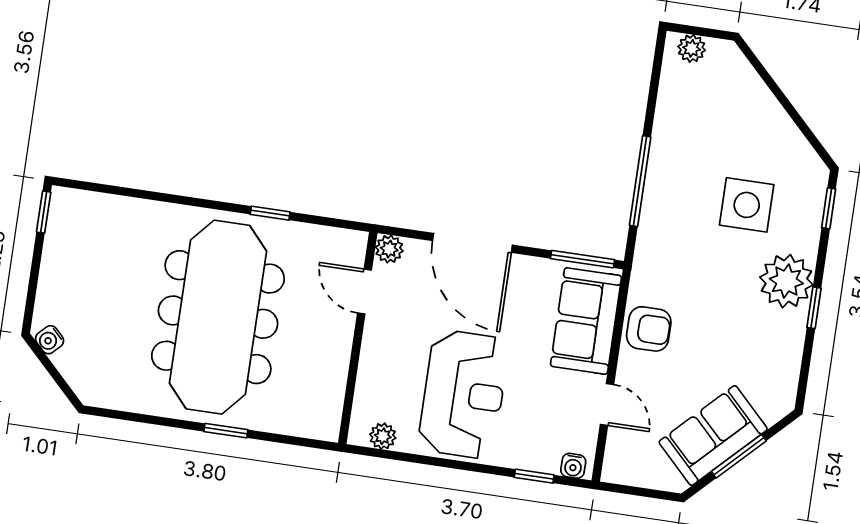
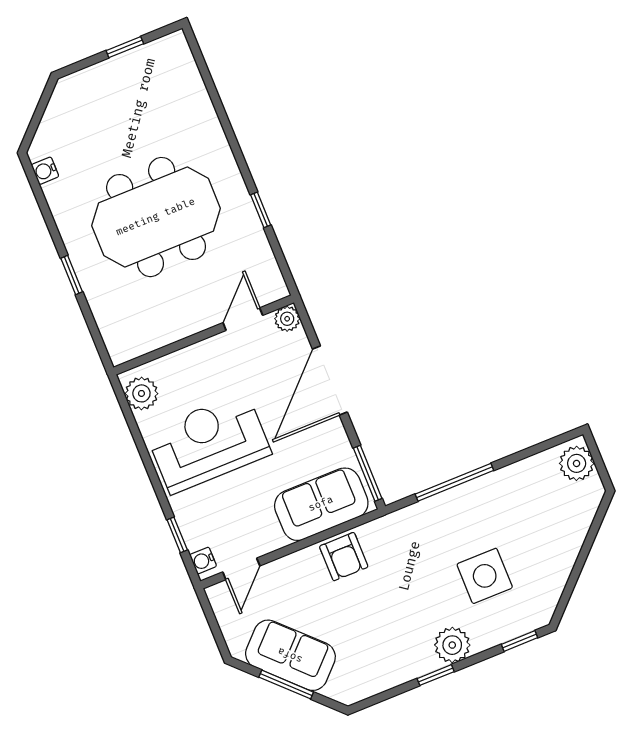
plant: (692, 48) -> (577, 463), width x1.38, depth x1.38
window: (44, 212) -> (125, 47), moved
plant: (786, 281) -> (452, 645), width x0.73, depth x0.73
meeting table: (218, 317) -> (156, 217), width x0.73
water cooler: (50, 340) -> (45, 171), moved, turned -45
reception desk: (464, 394) -> (208, 443), turned 180
door: (607, 404) -> (241, 569), moved
plant: (383, 436) -> (141, 393), width x1.38, depth x1.38

